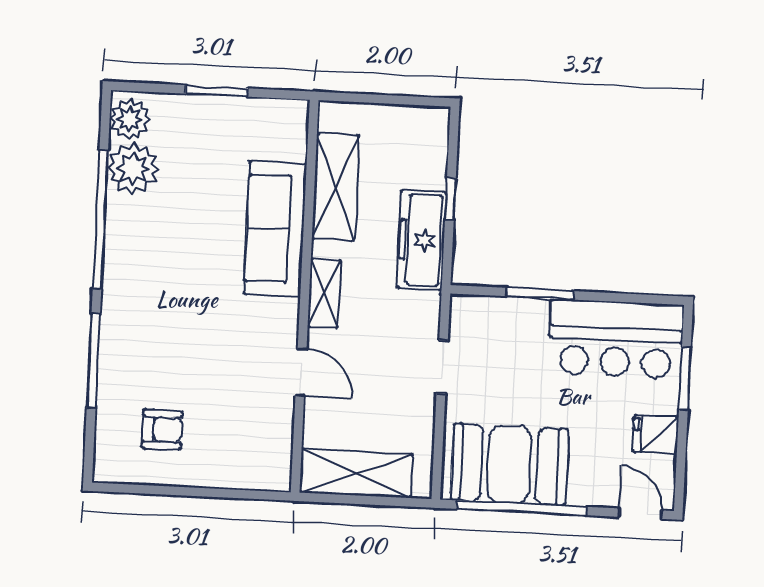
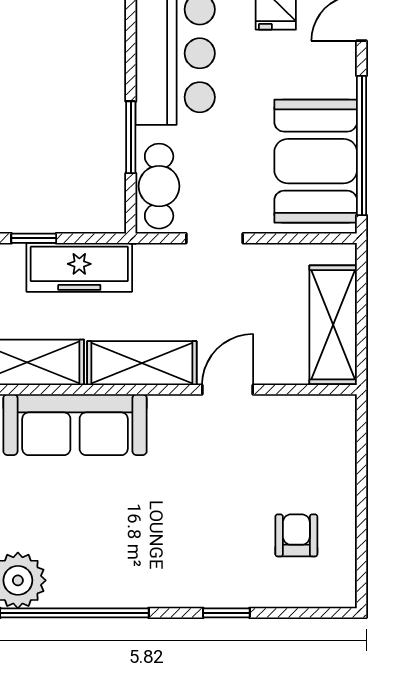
shelving: (324, 293) -> (142, 363), width x1.50, depth x1.33
cafe table: (493, 318) -> (159, 186), added
window: (93, 361) -> (226, 613), width x0.46

